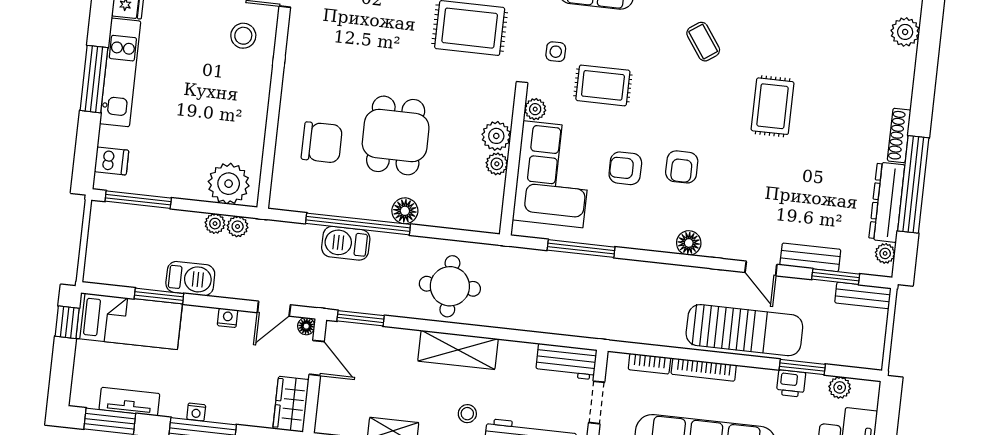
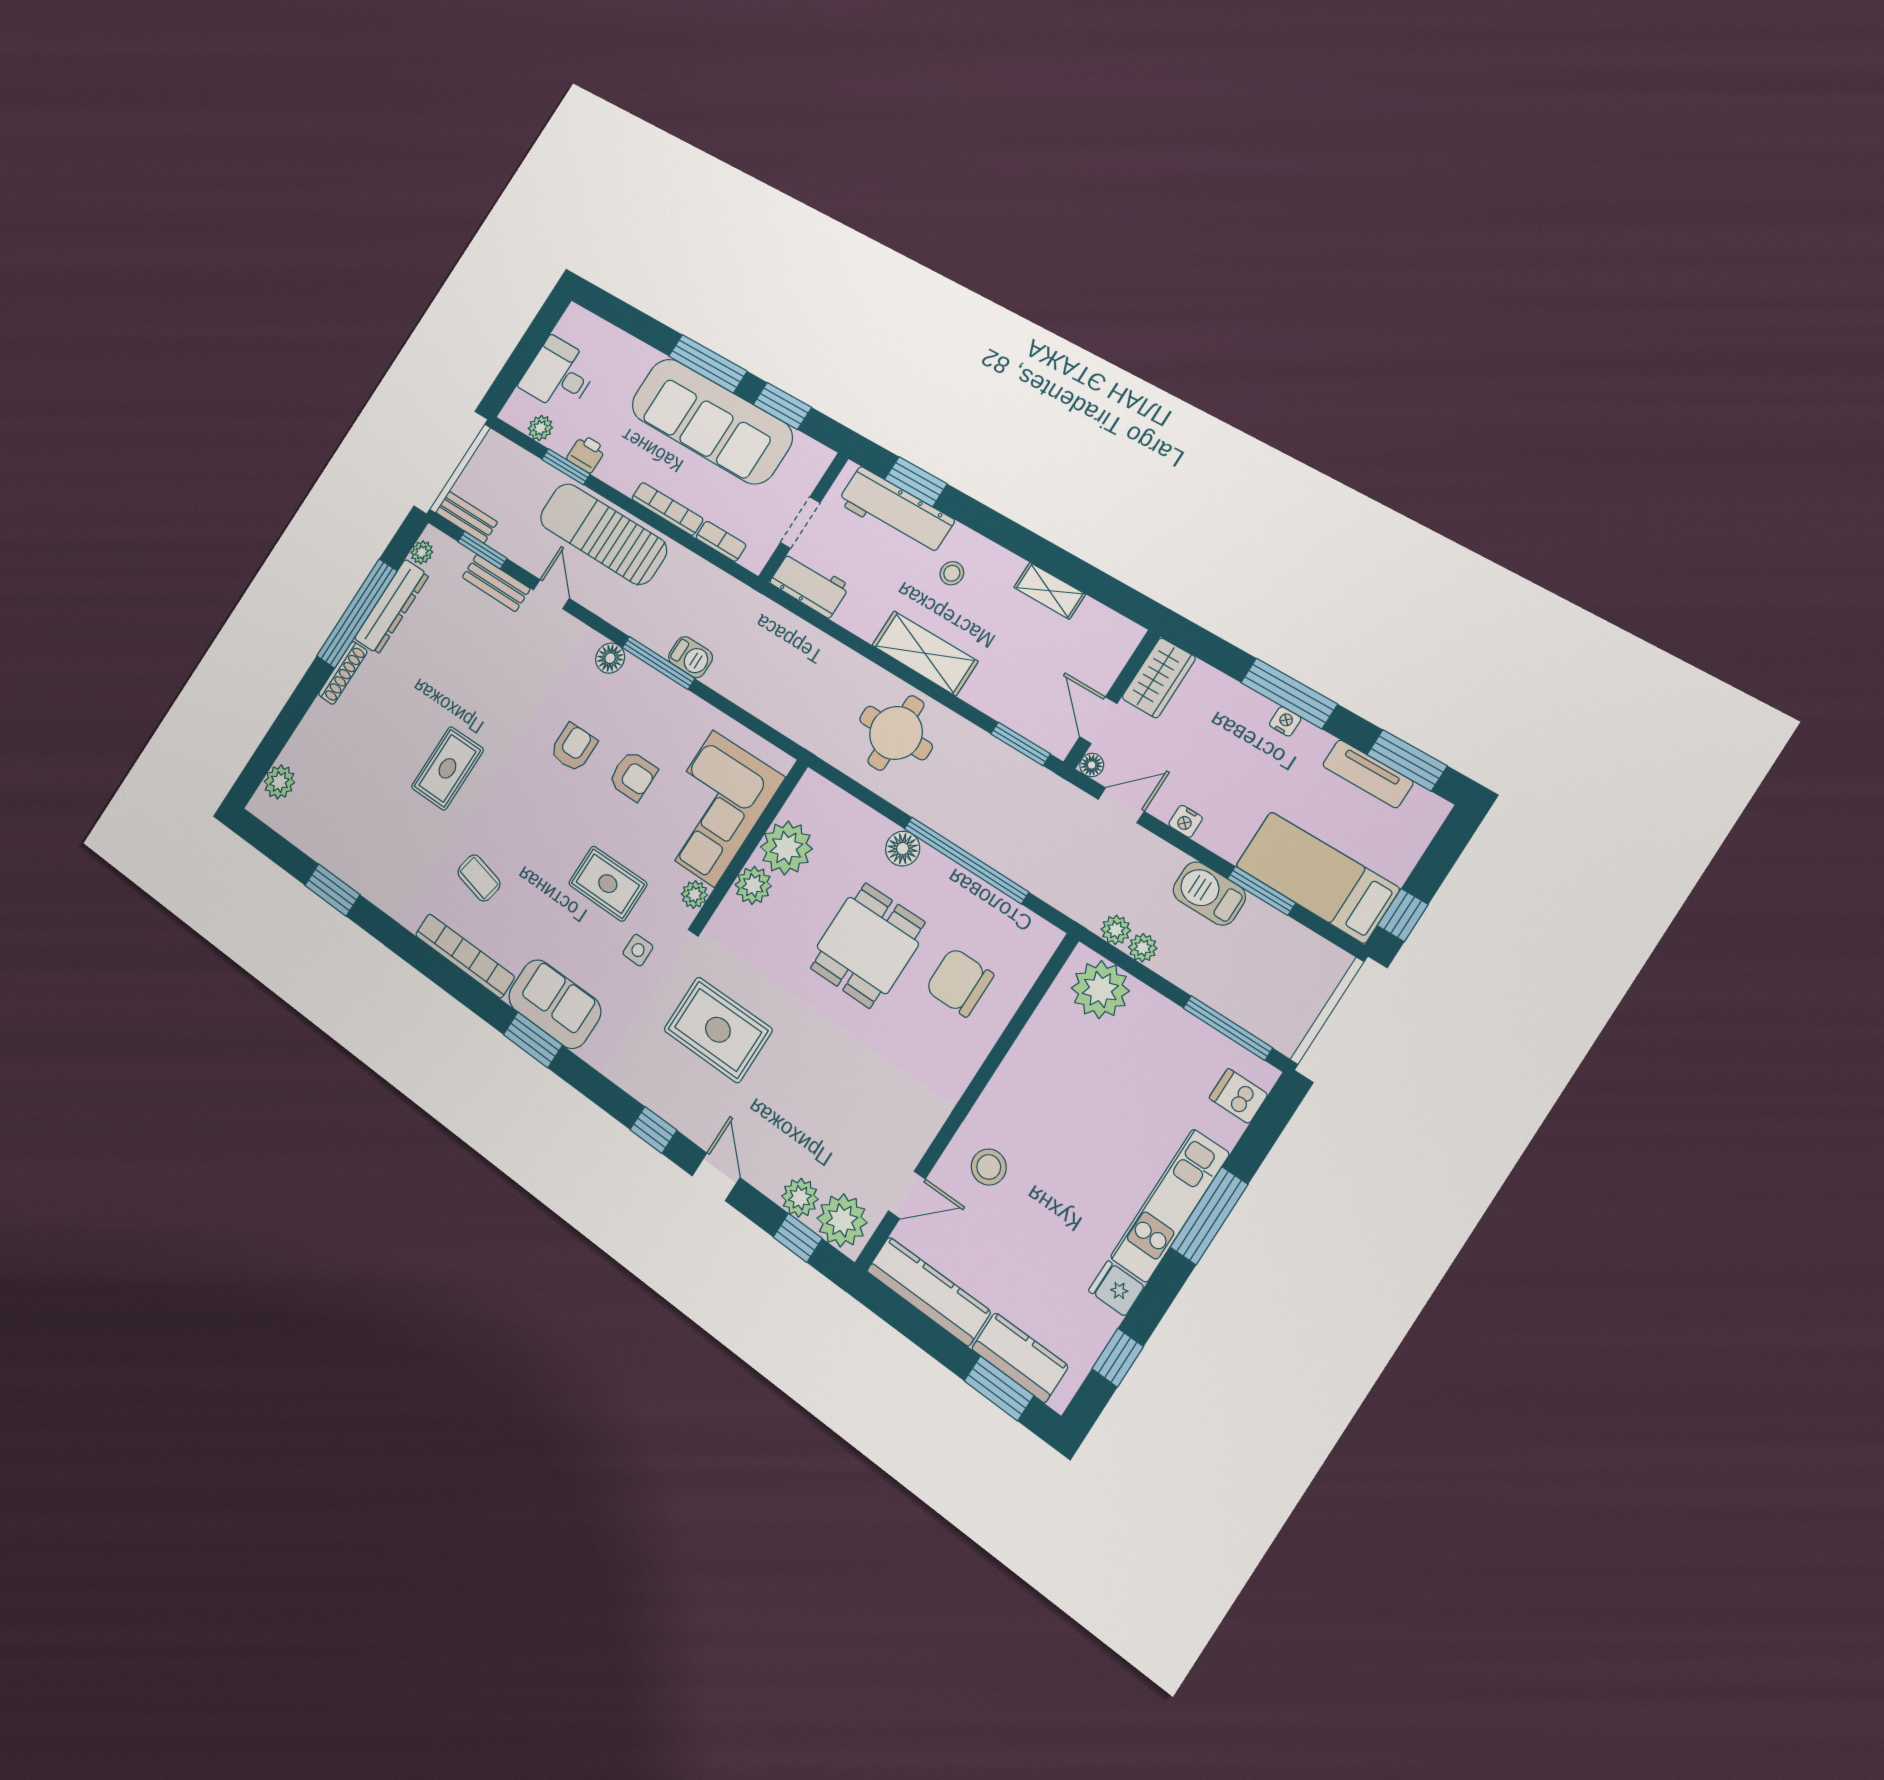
coffee table: (703, 42) -> (479, 878), turned -43
plant: (497, 164) -> (786, 848), width x1.88, depth x1.88
barbecue: (346, 243) -> (691, 657), moved, width x0.73, depth x0.79
window: (581, 249) -> (658, 663), moved

